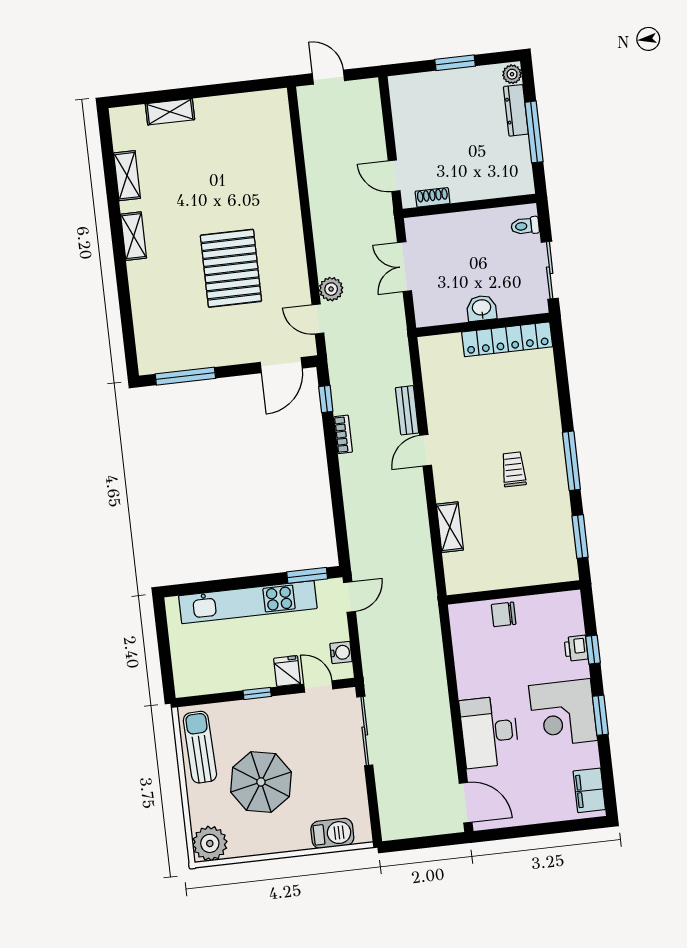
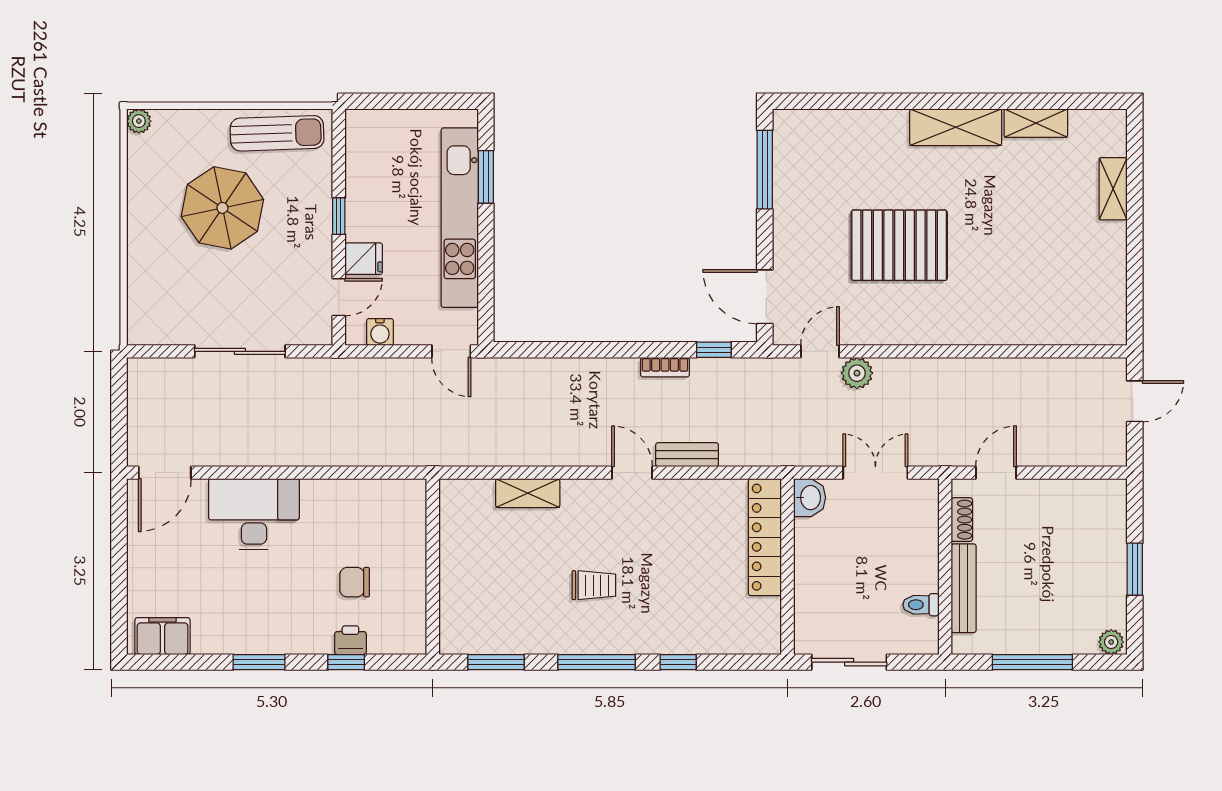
dresser: (516, 110) -> (1063, 642), removed
bench: (484, 190) -> (964, 588), added
toilet: (525, 226) -> (921, 605), moved, turned -90
shelving: (134, 236) -> (956, 127), width x1.50, depth x1.33
washbasin: (482, 308) -> (810, 498), moved
locker: (507, 339) -> (765, 537), moved
window: (564, 399) -> (678, 662), added
window: (307, 575) -> (486, 177), moved
chair: (504, 614) -> (355, 582), moved, turned -90
corner desk: (563, 713) -> (268, 613), removed
sliding door: (365, 731) -> (240, 351), moved
barbecue: (332, 833) -> (145, 294), removed
plant: (210, 843) -> (139, 121), width x0.53, depth x0.53

